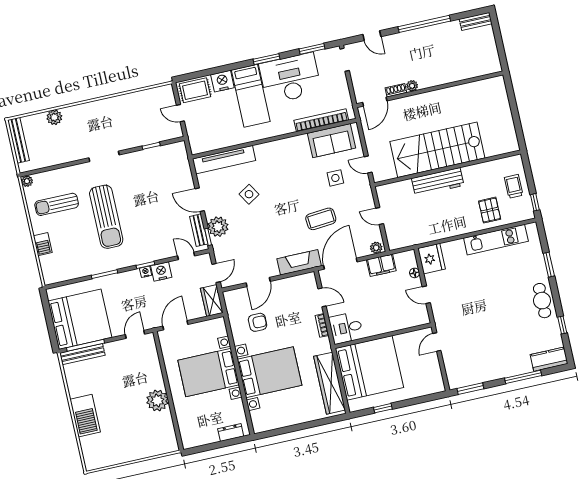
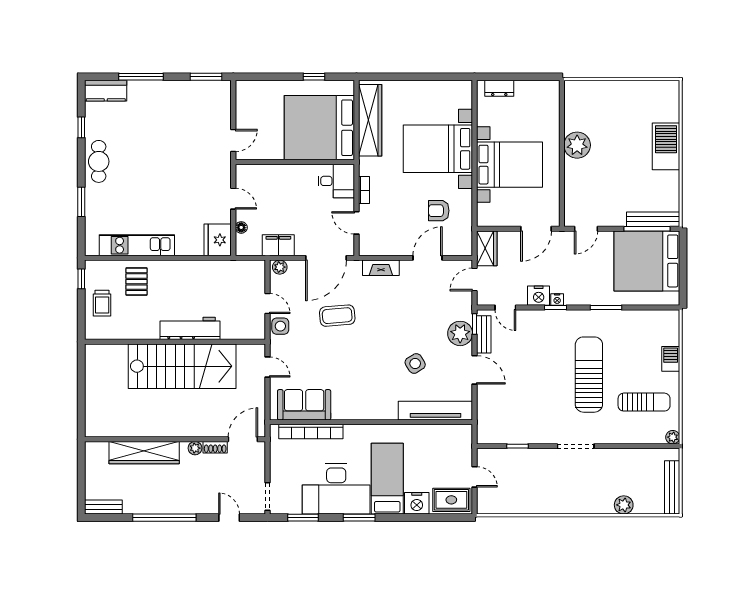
wardrobe: (453, 73) -> (144, 453), added
side table: (335, 178) -> (280, 326), moved
fireplace: (299, 262) -> (381, 268), width x0.73, depth x0.76

